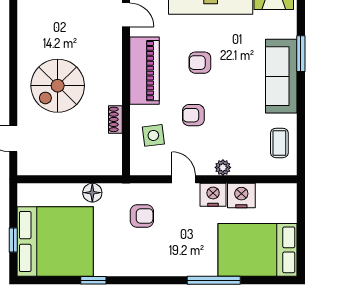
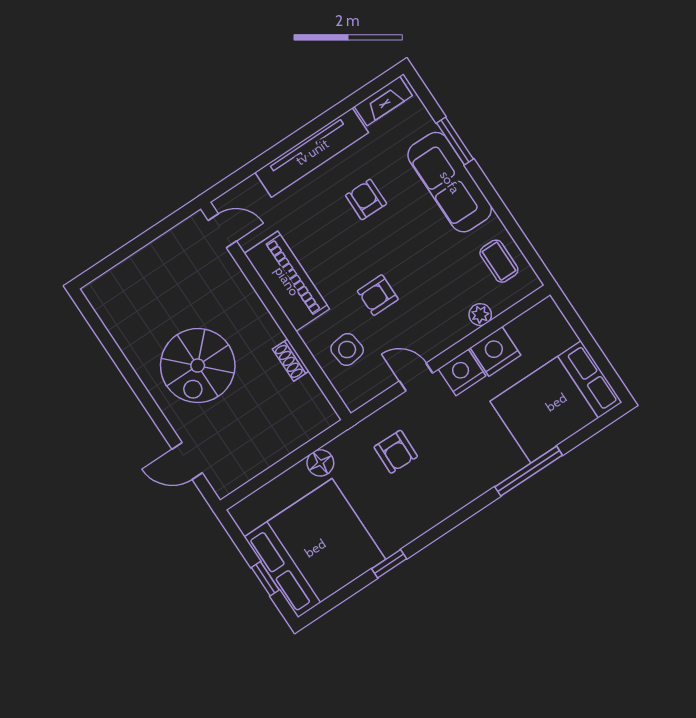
armchair: (200, 63) -> (366, 199), moved, turned 90
plant: (223, 167) -> (480, 315), moved
armchair: (142, 216) -> (396, 452), turned 91

